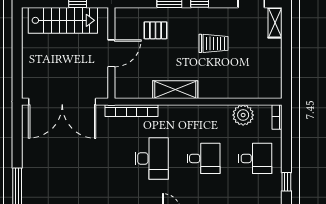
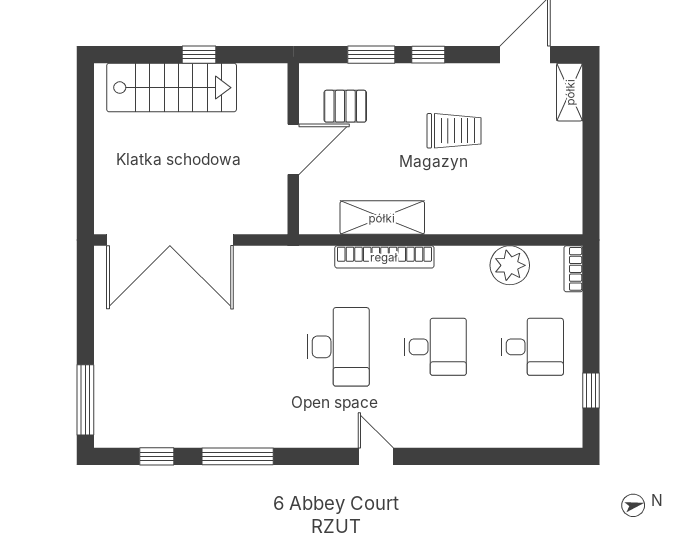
door: (111, 53) -> (293, 149), moved
wall: (111, 53) -> (293, 149), moved
bookcase: (131, 111) -> (384, 257), moved

